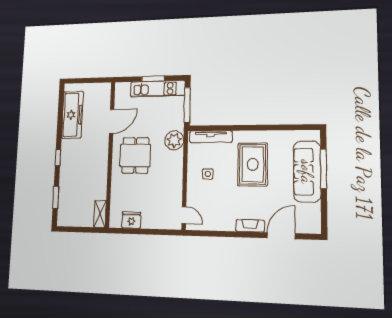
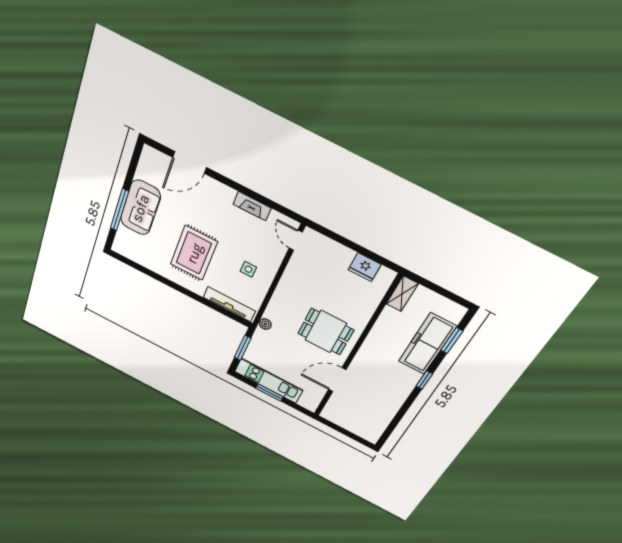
window: (187, 105) -> (243, 348), width x0.69
freezer: (72, 115) -> (427, 344), moved
plant: (174, 140) -> (265, 324), width x0.53, depth x0.53
dining table: (135, 155) -> (326, 332), turned 90
sofa: (307, 172) -> (140, 208), width x0.73
fireplace: (250, 226) -> (252, 206), moved

